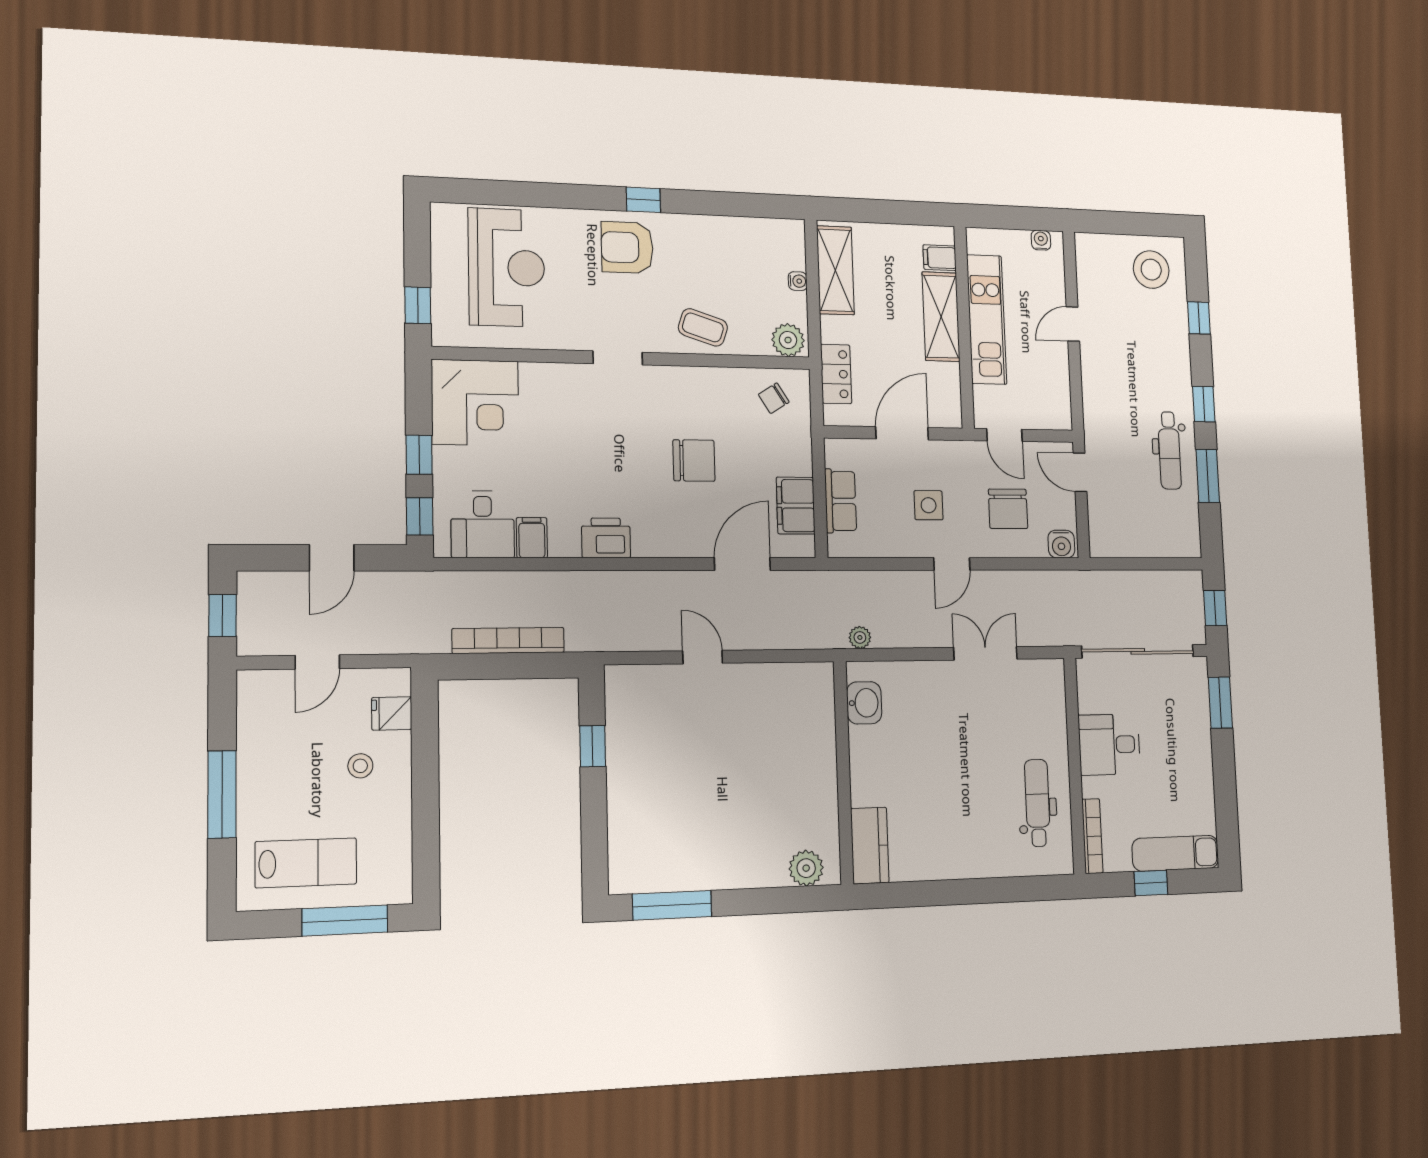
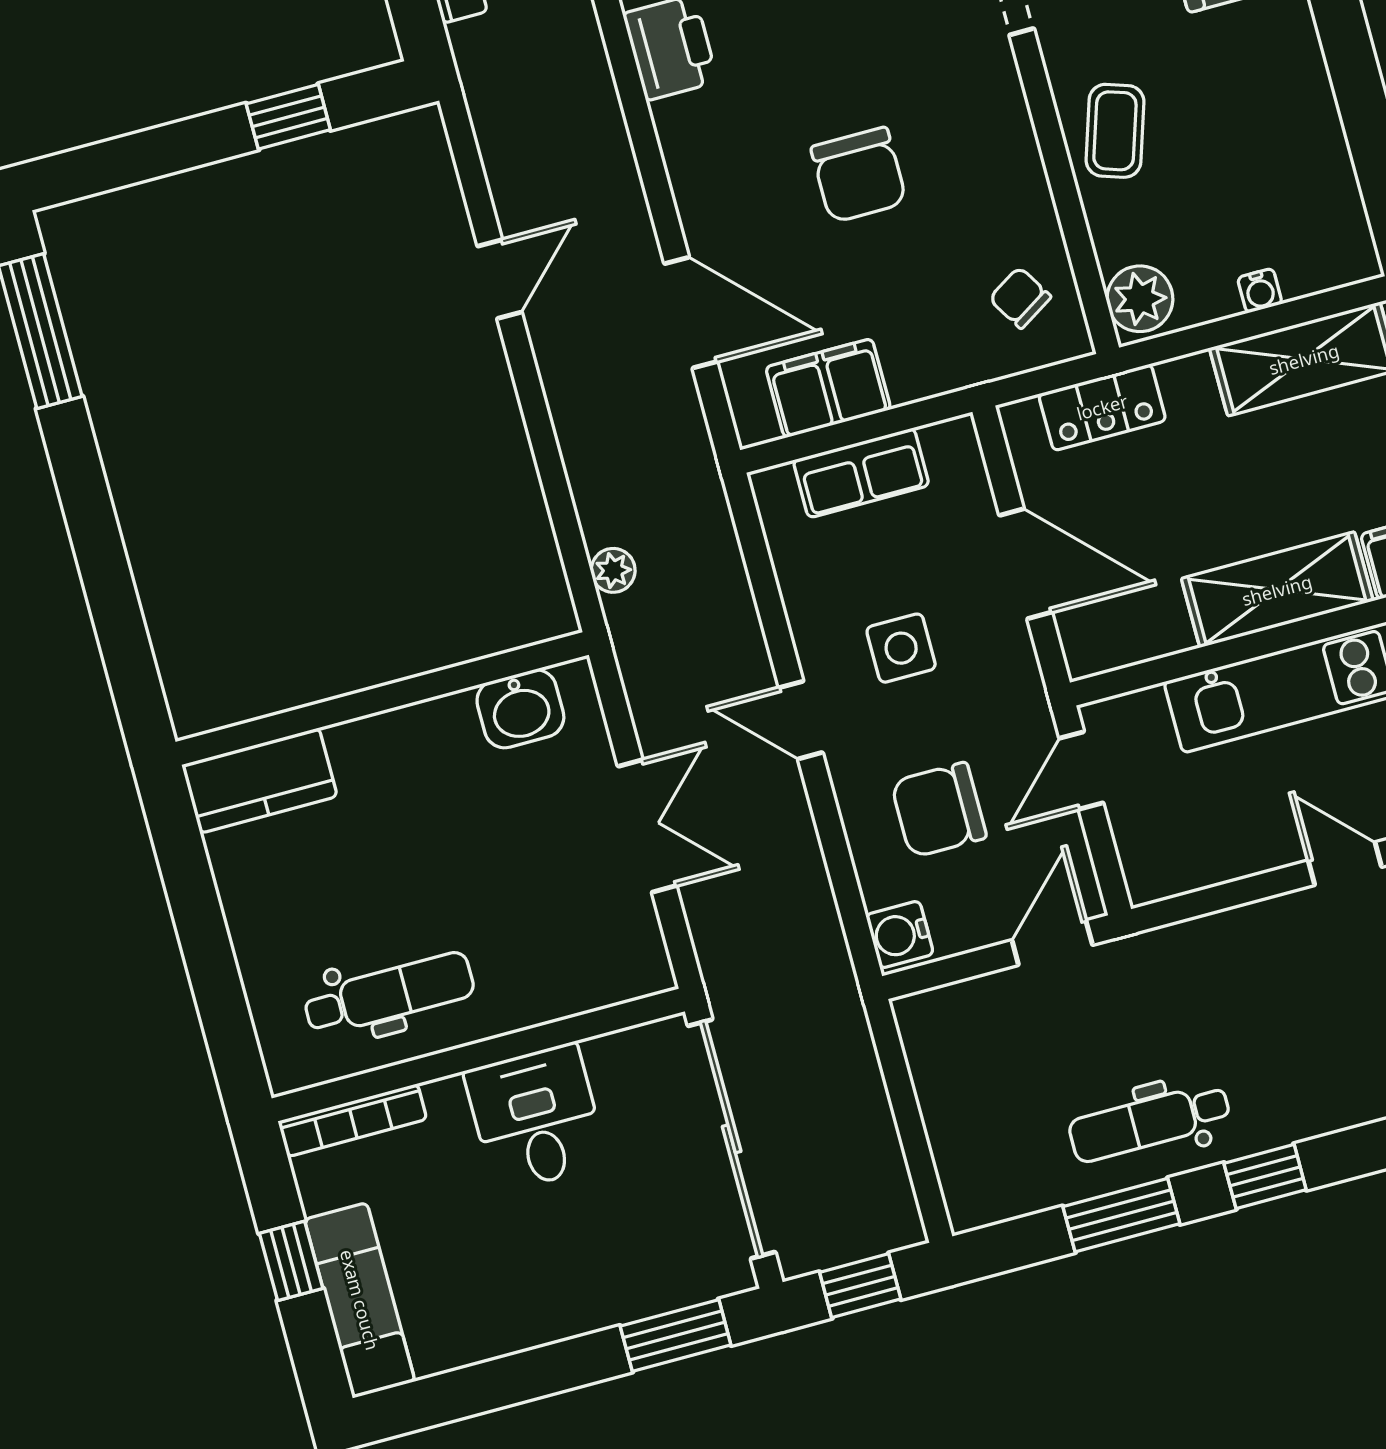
washbasin: (864, 703) -> (520, 709), moved
wall: (843, 772) -> (382, 698), moved
kitchen counter: (870, 846) -> (259, 781), moved
plant: (806, 868) -> (163, 566), removed

